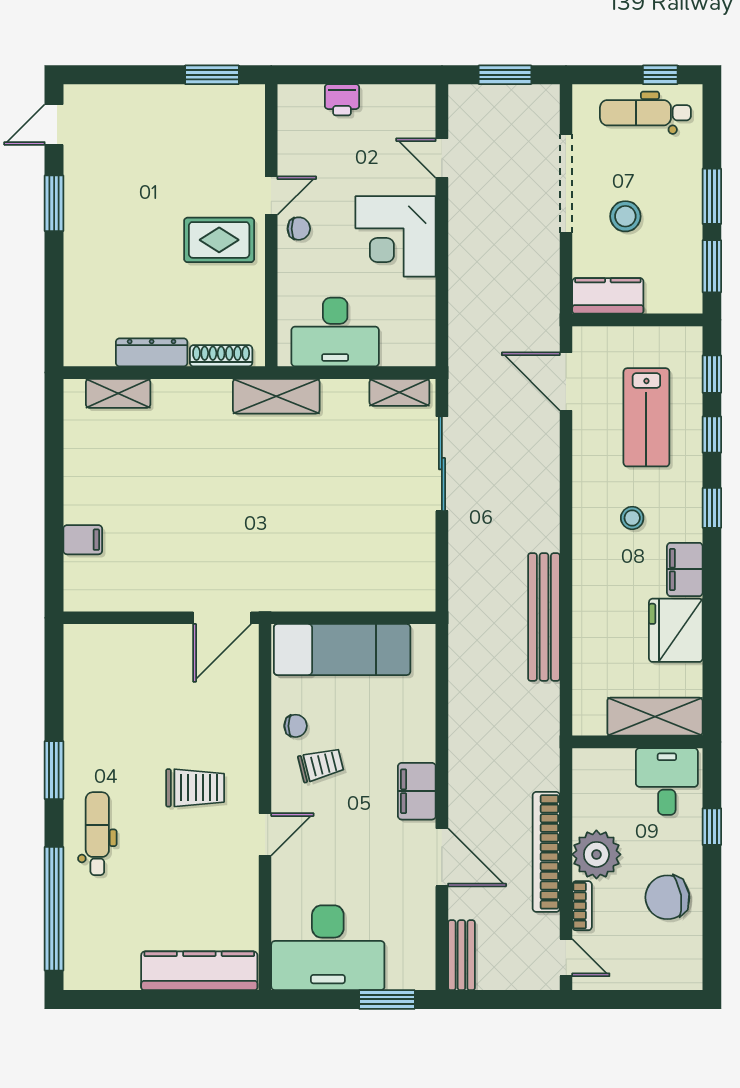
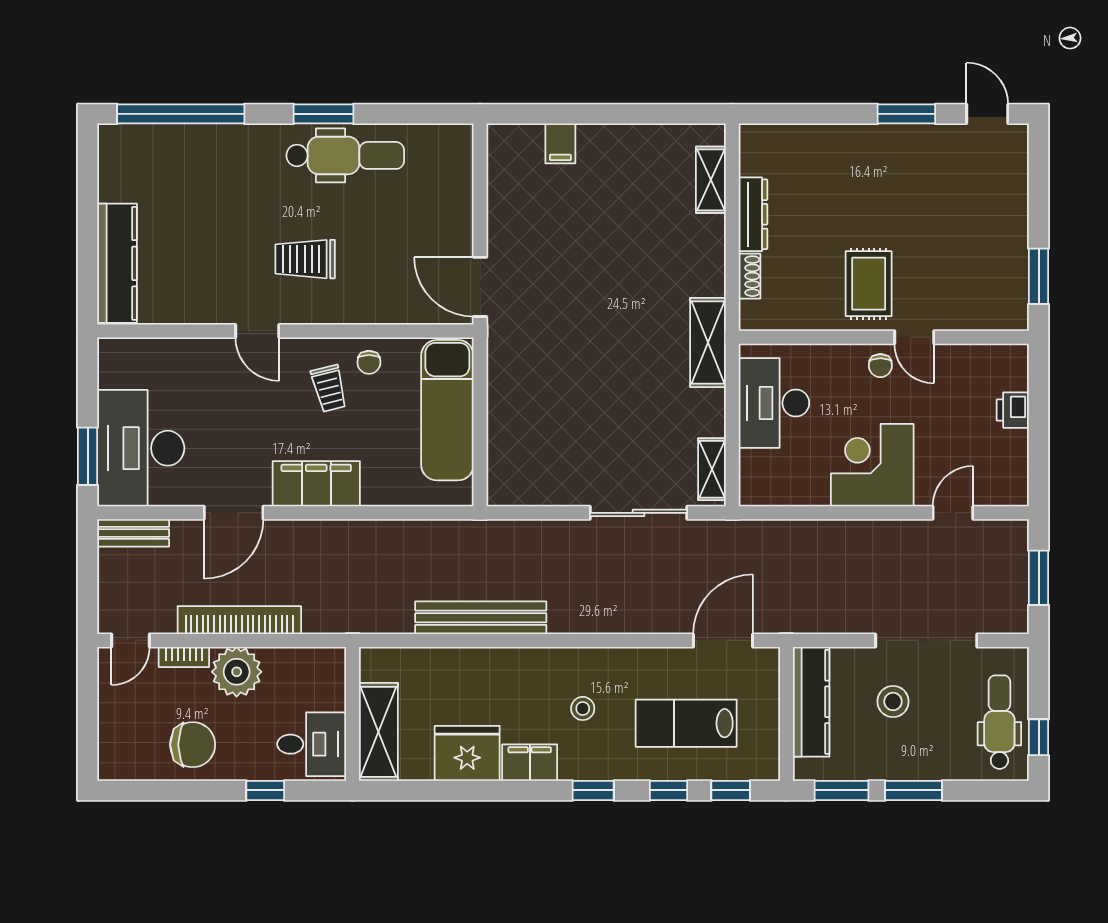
kitchen counter: (608, 296) -> (811, 702), width x1.50
shoe rack: (221, 356) -> (749, 276), width x0.70
trolley: (195, 788) -> (305, 259), turned 90
filing cabinet: (417, 791) -> (316, 484), width x1.50, depth x1.17
dental chair: (97, 834) -> (345, 155), moved, width x1.36, depth x1.38
chair: (667, 897) -> (193, 745), turned 99
desk: (328, 948) -> (141, 448), moved

